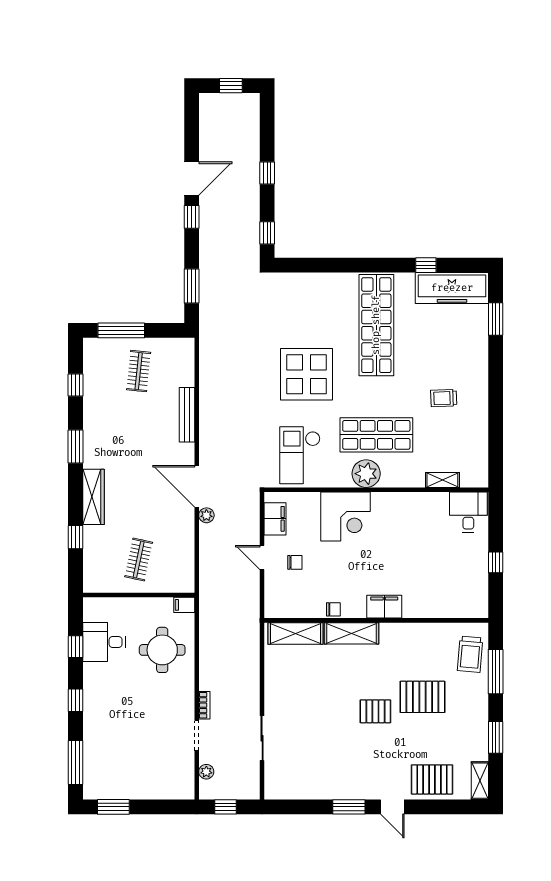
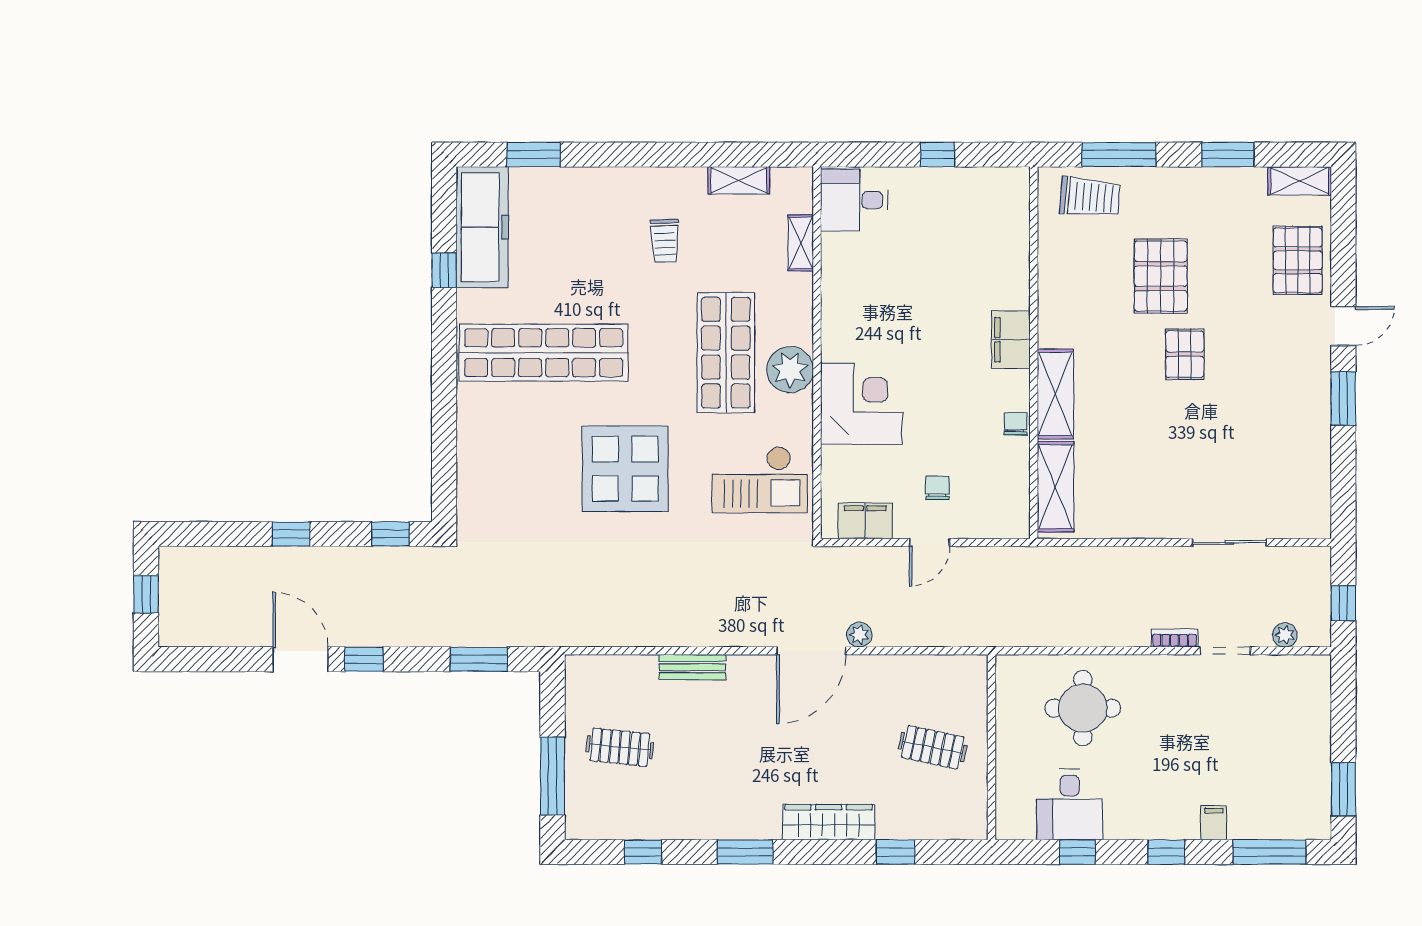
bench: (187, 415) -> (692, 667), width x0.73
shelving: (480, 443) -> (739, 180), added
filing cabinet: (184, 605) -> (1214, 823), moved, turned 180

